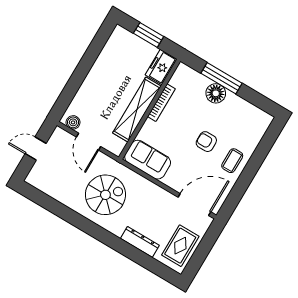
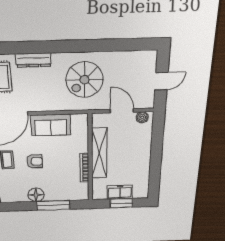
freezer: (161, 67) -> (120, 192), moved, turned -90
floor lamp: (216, 93) -> (36, 195), moved
sofa: (148, 160) -> (51, 125), moved

